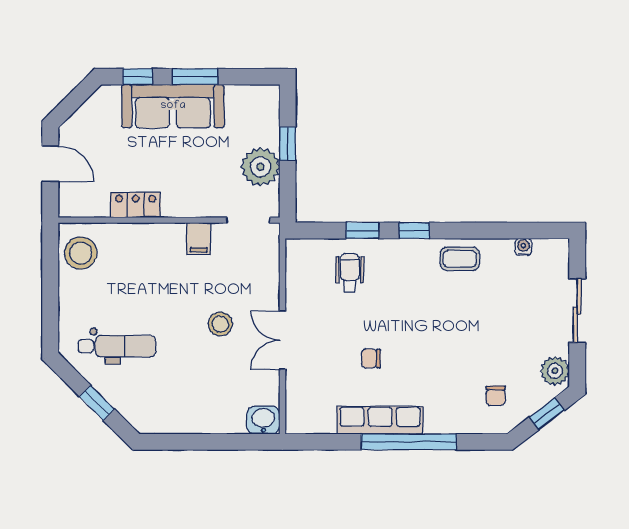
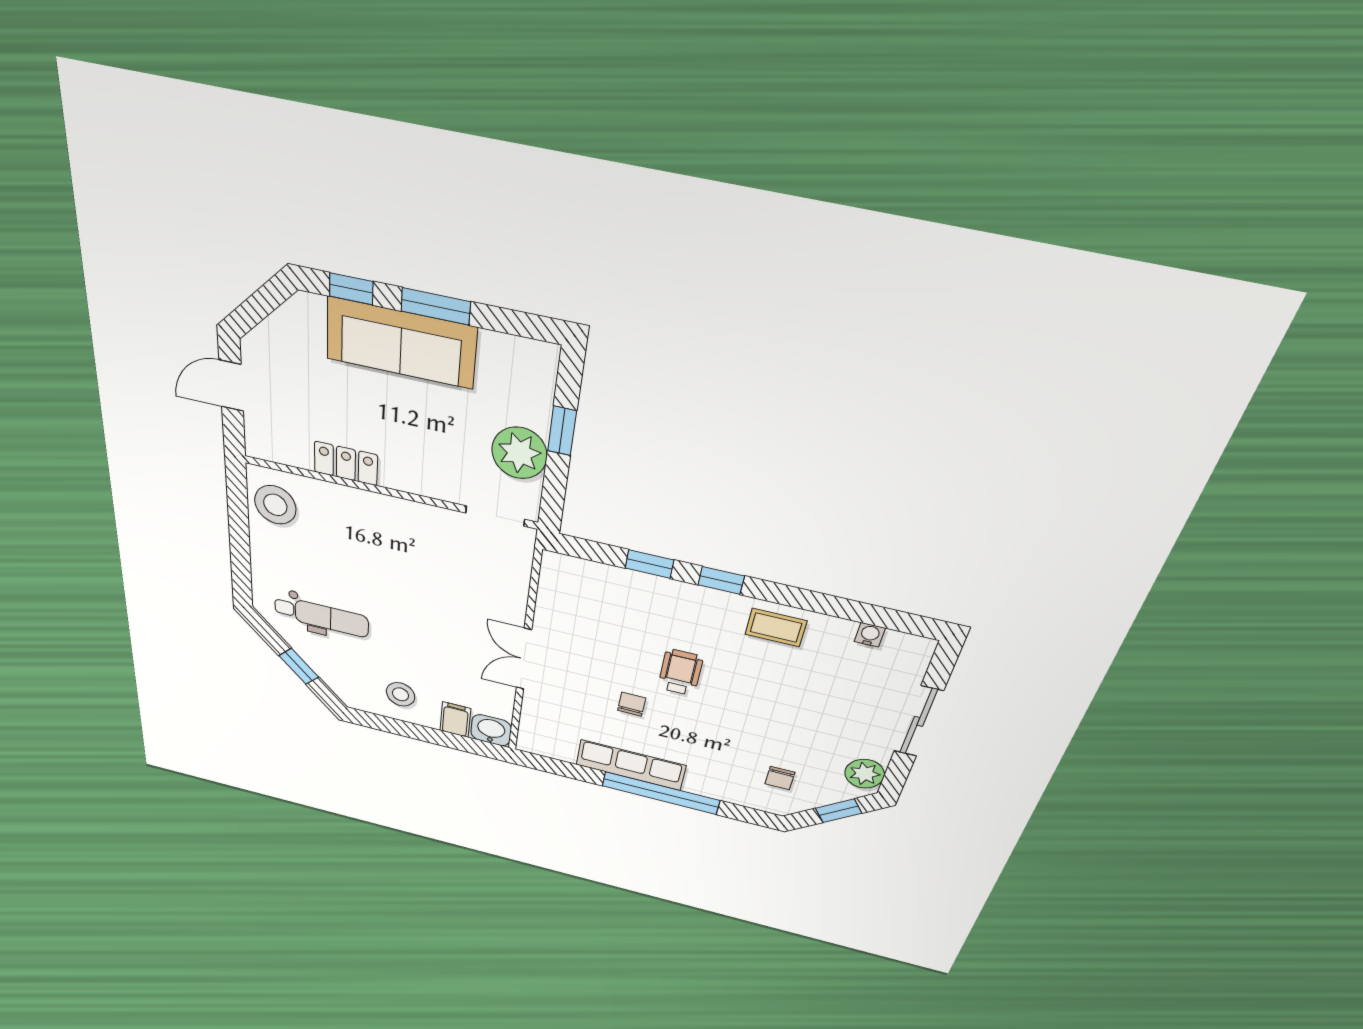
door: (50, 164) -> (231, 386), swing flipped
filing cabinet: (199, 239) -> (455, 720), moved, turned 180
wheelchair: (350, 273) -> (680, 672), moved
stool: (220, 324) -> (400, 694), moved
chair: (371, 358) -> (632, 704), turned 91

